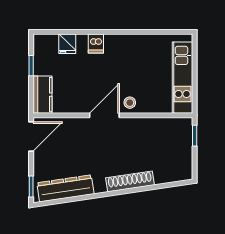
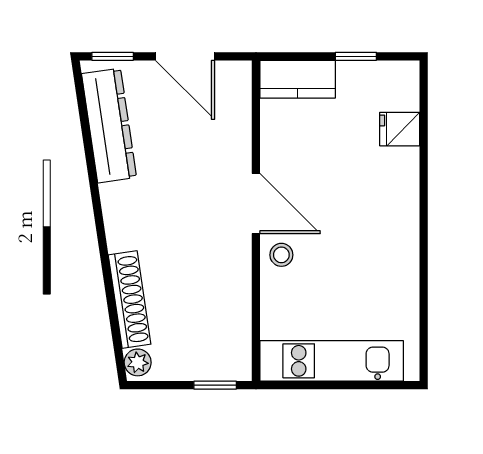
dishwasher: (96, 43) -> (400, 187), removed
door: (31, 137) -> (185, 56), moved
plant: (183, 174) -> (138, 362), added
shoe rack: (130, 181) -> (130, 300), moved

